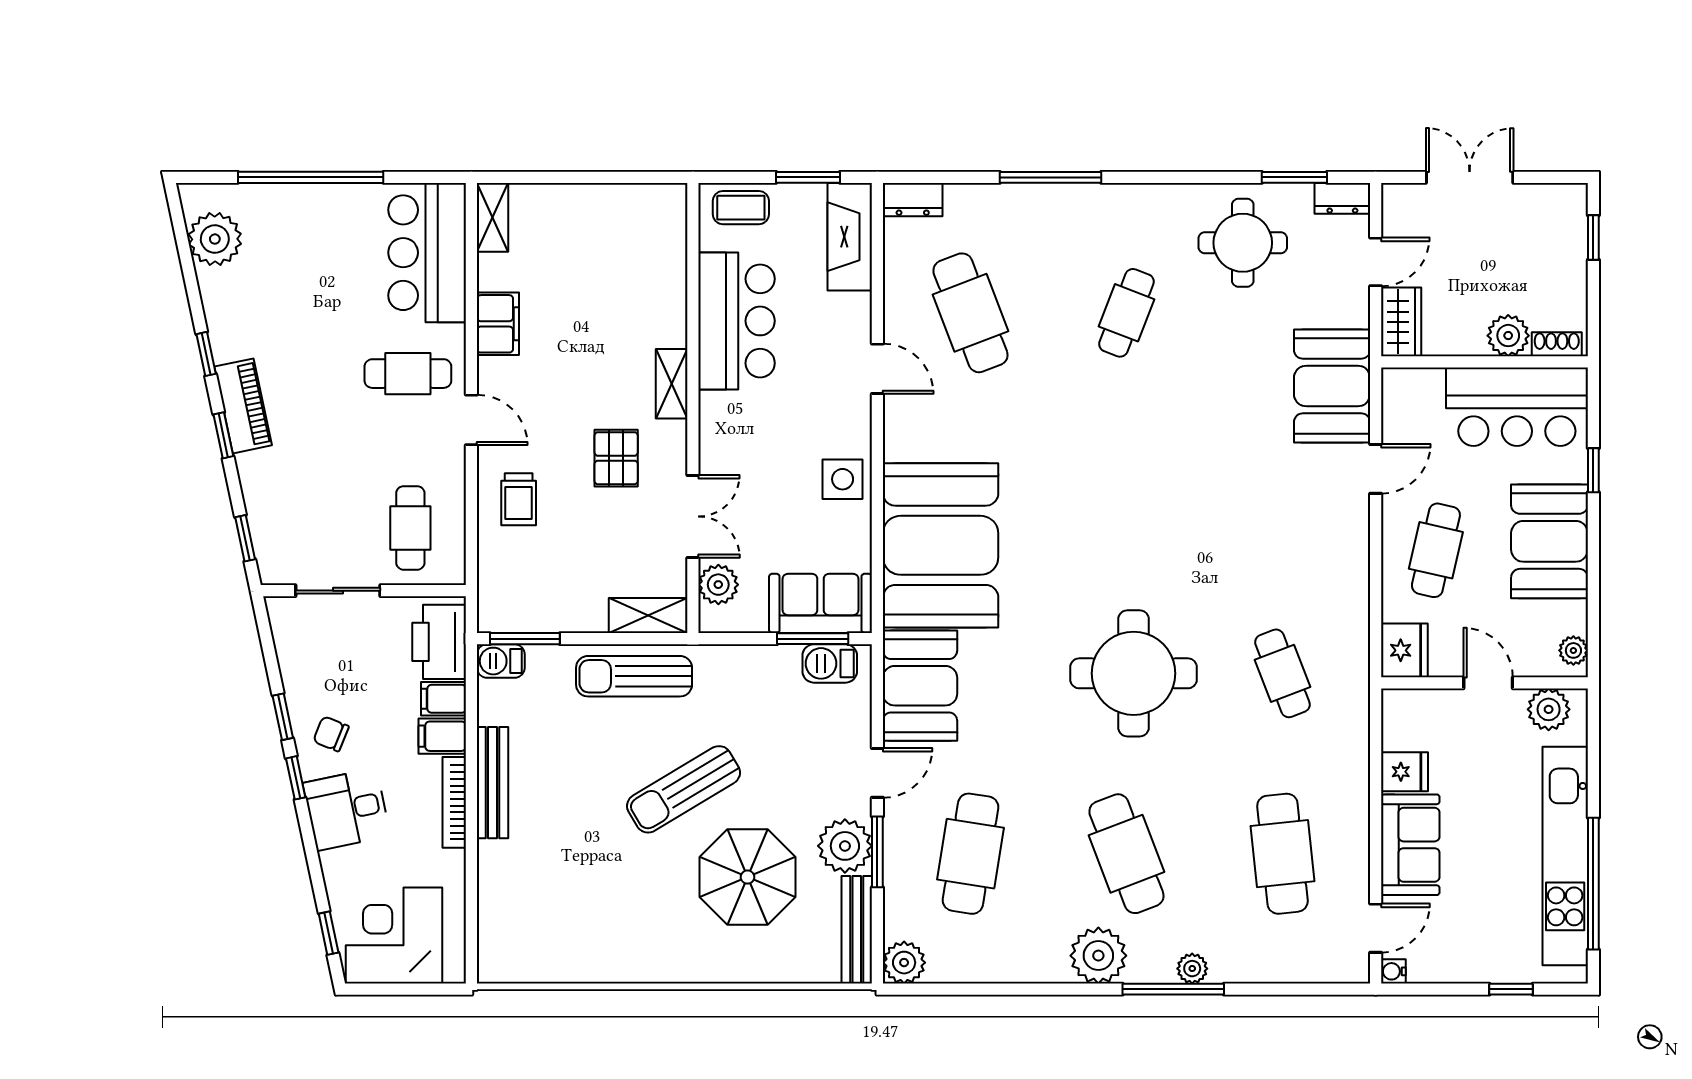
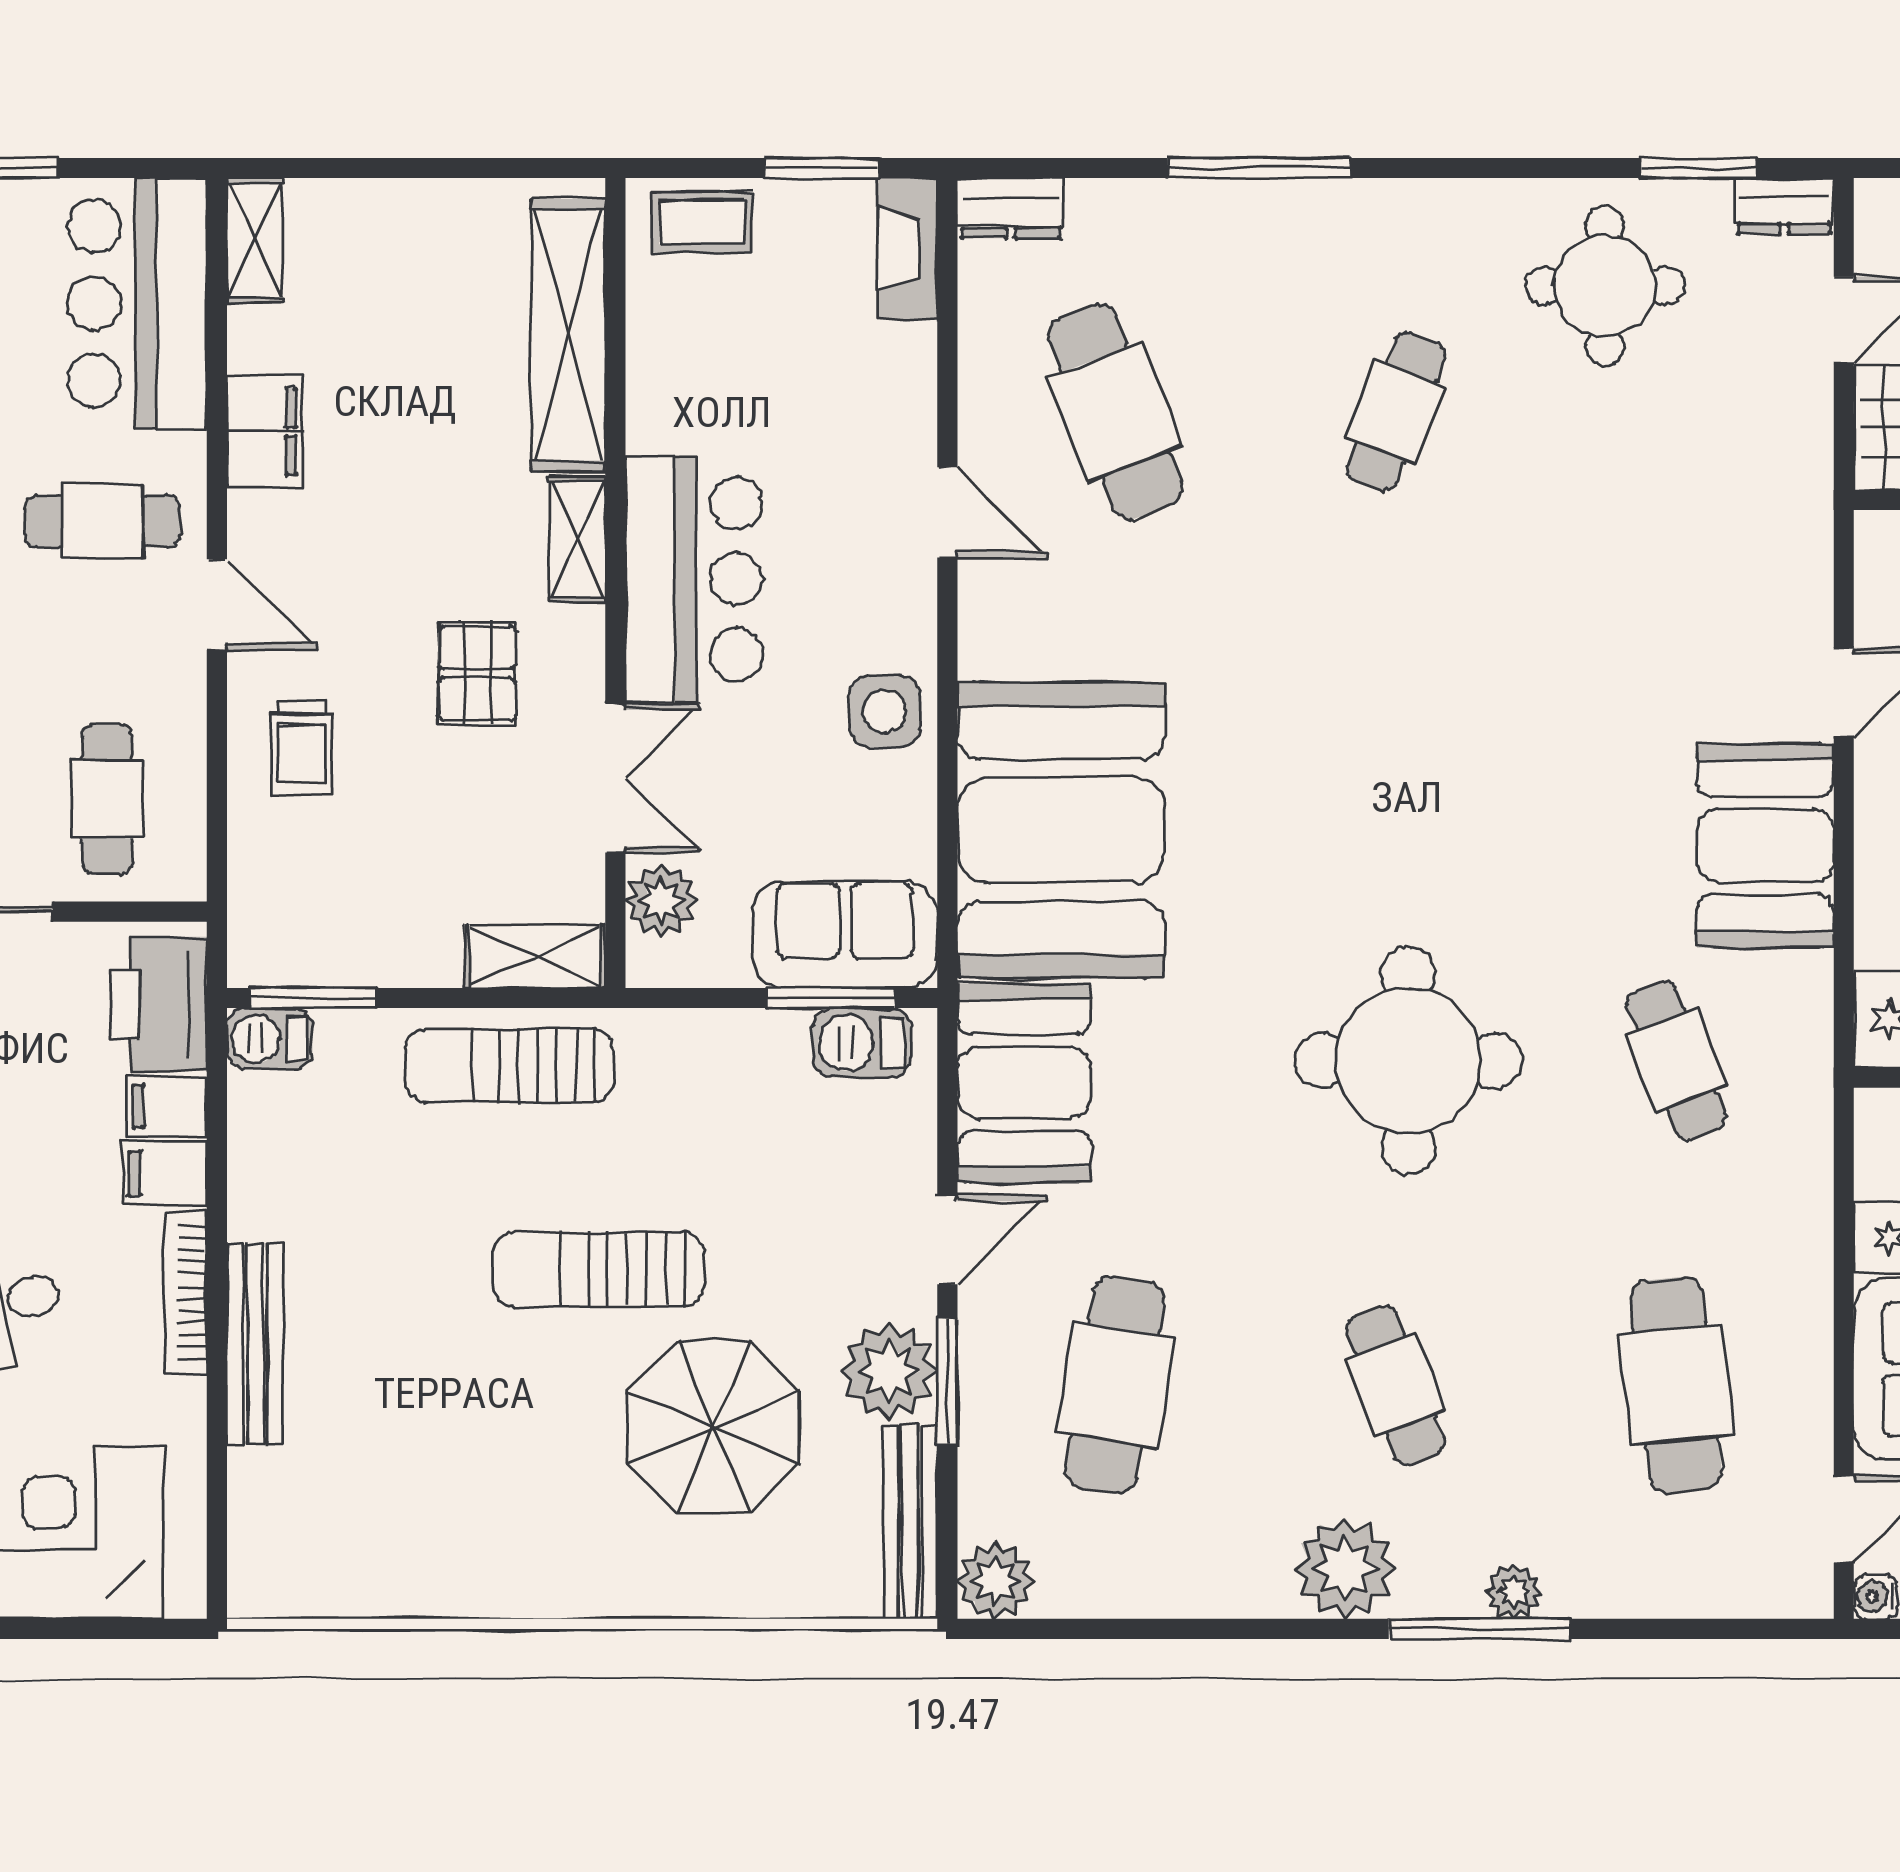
fireplace: (850, 237) -> (907, 249), width x0.73, depth x0.76
shelving: (667, 270) -> (568, 335), added
bar counter: (737, 321) -> (694, 579), moved
booth: (1332, 386) -> (1765, 846), moved
bench: (493, 783) -> (255, 1344), moved
sun lounger: (684, 789) -> (598, 1269), turned 31
cafe table: (1126, 854) -> (1396, 1385), width x0.73, depth x0.74

